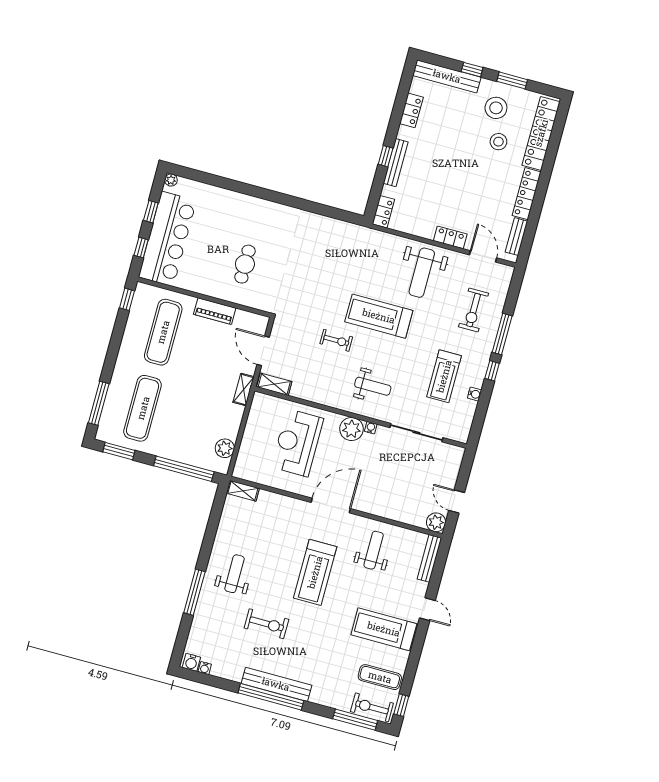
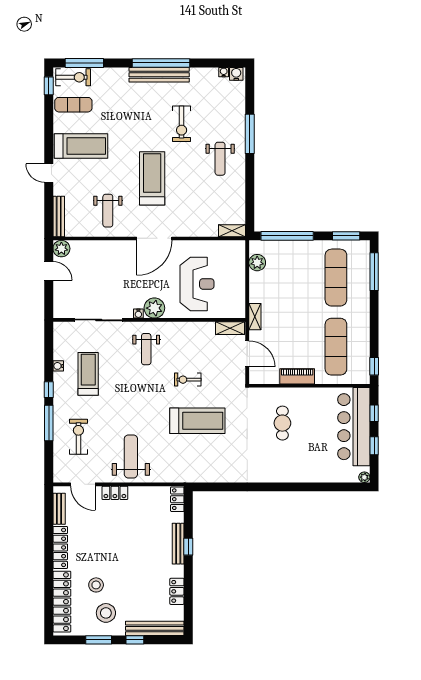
treadmill: (379, 316) -> (197, 421), moved
weight bench: (373, 386) -> (146, 349), turned -90
exercise bike: (266, 624) -> (182, 124), turned -90

